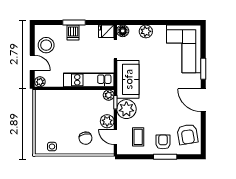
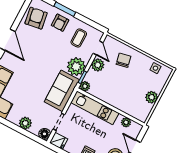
plant: (40, 82) -> (126, 122), moved
plant: (41, 118) -> (152, 97), added

